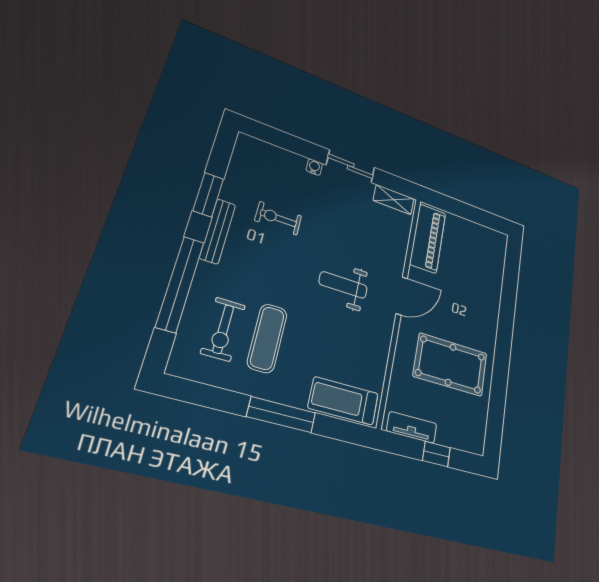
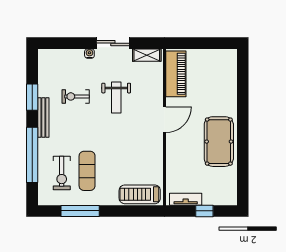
weight bench: (343, 285) -> (116, 97), moved, turned -90
pool table: (451, 365) -> (219, 142), moved, turned 90
window: (281, 415) -> (80, 211), moved

